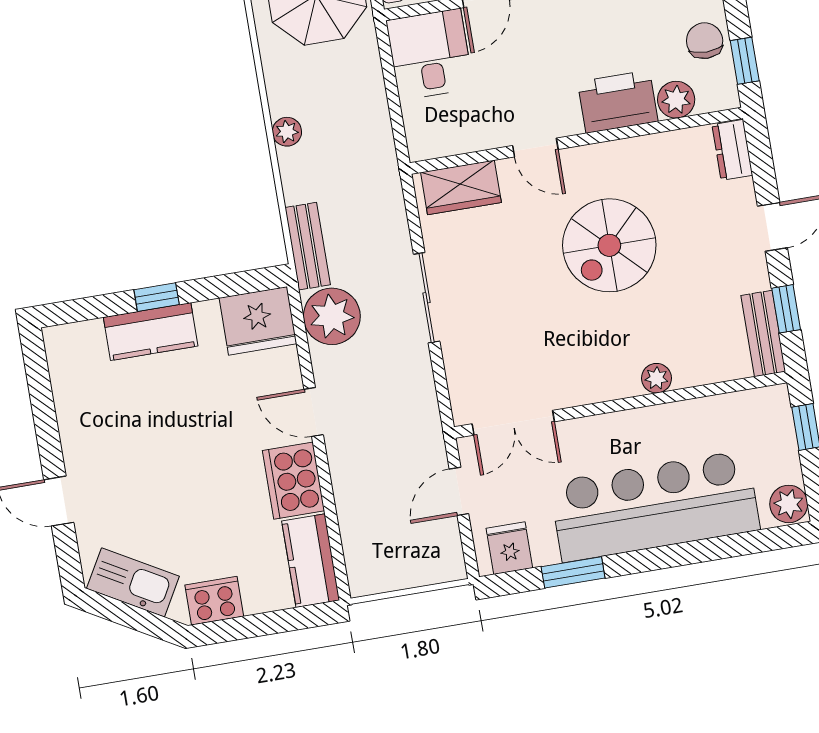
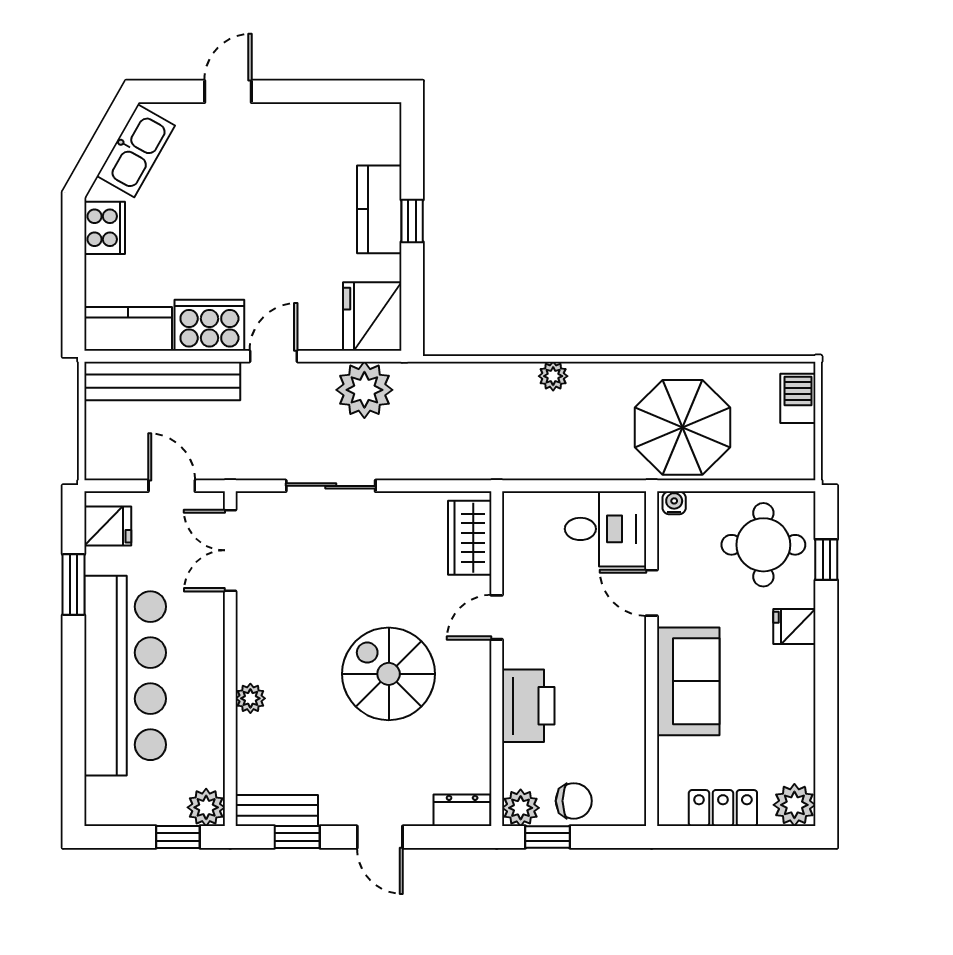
plant: (676, 100) -> (521, 808), moved
bench: (308, 246) -> (162, 381), moved, width x1.86, depth x1.21
sliding door: (427, 298) -> (331, 486), moved
plant: (789, 504) -> (206, 807), moved

